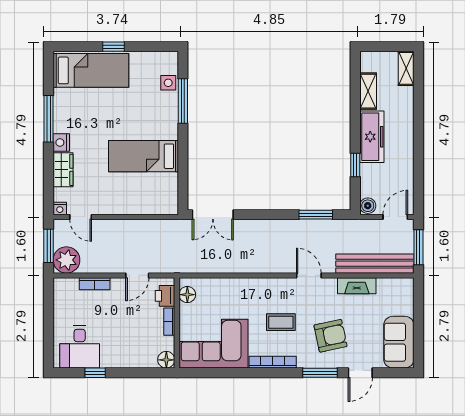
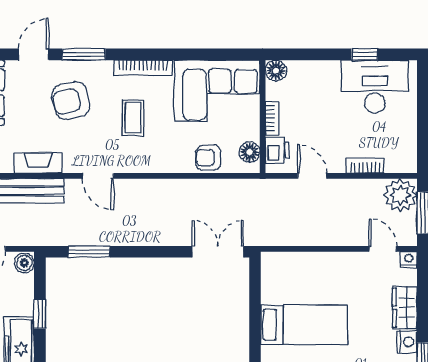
door: (137, 275) -> (312, 176), hinge flipped
armchair: (220, 290) -> (208, 158), added
coffee table: (281, 322) -> (133, 118), turned 90
desk: (80, 347) -> (375, 87), width x1.37

